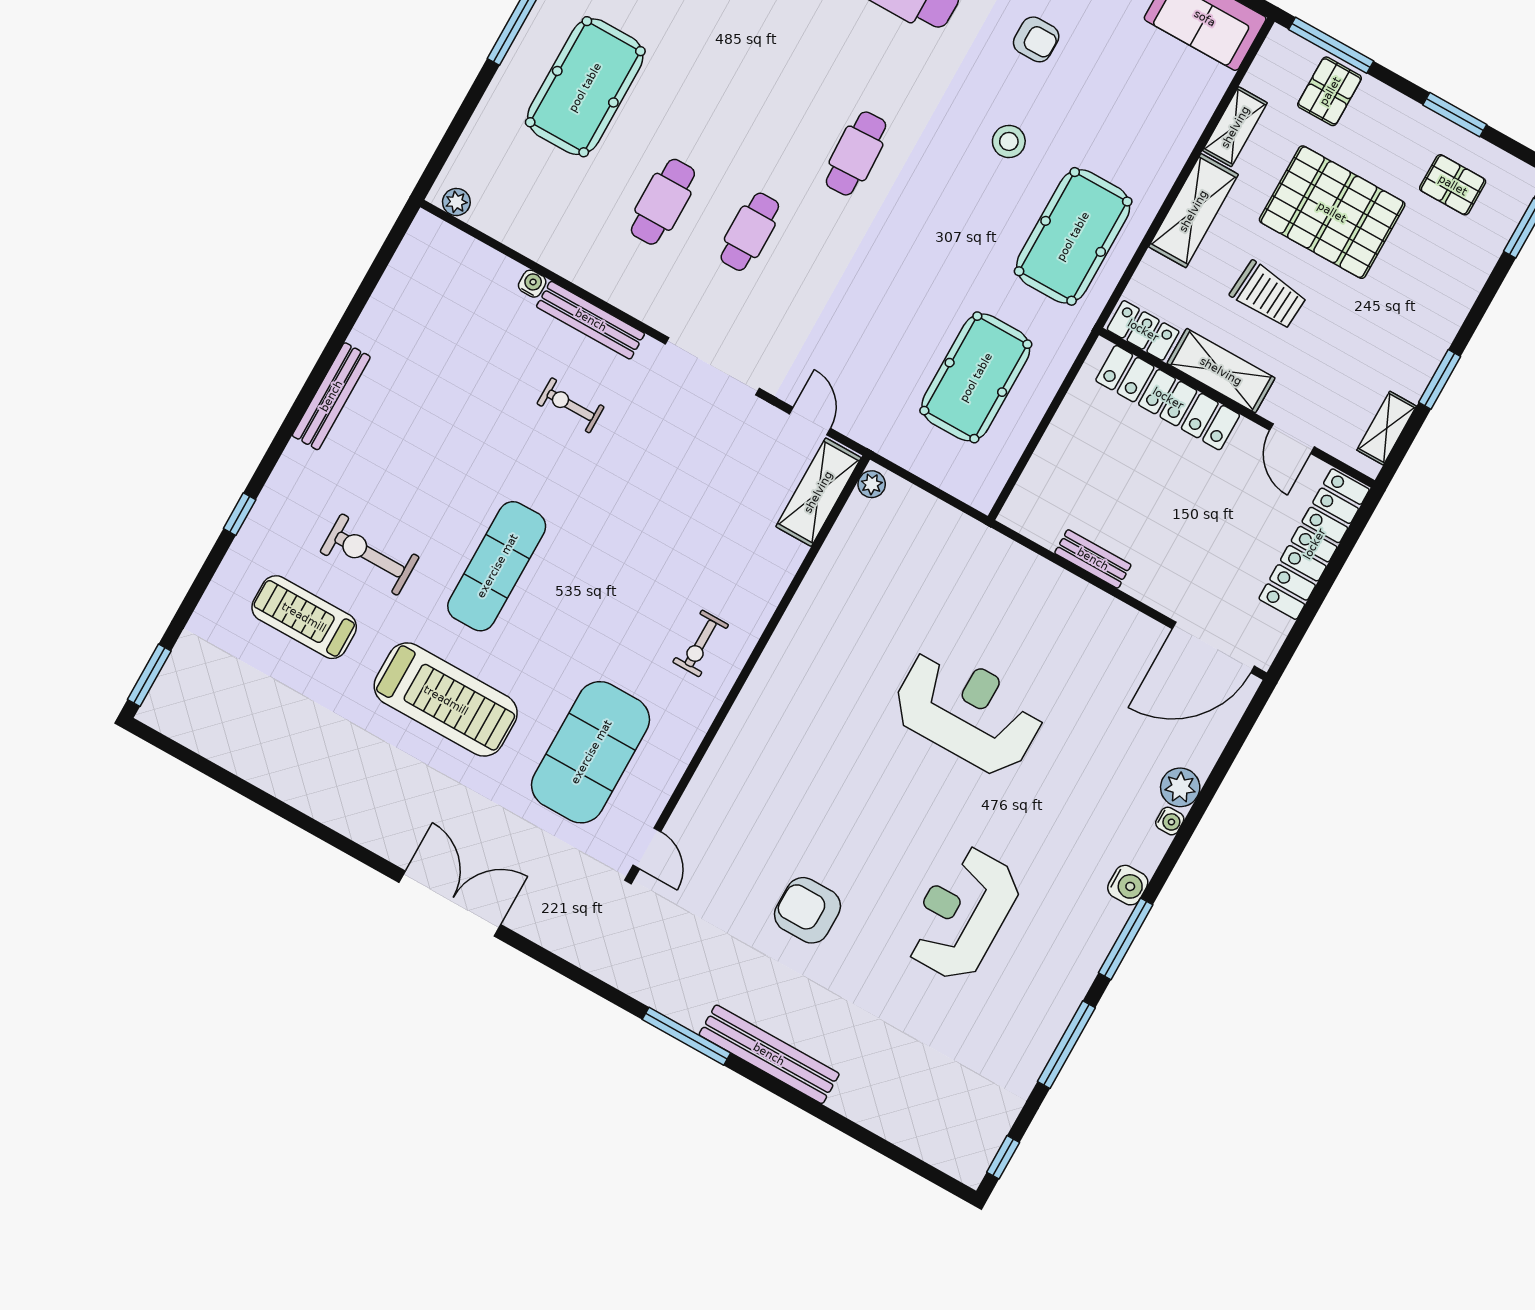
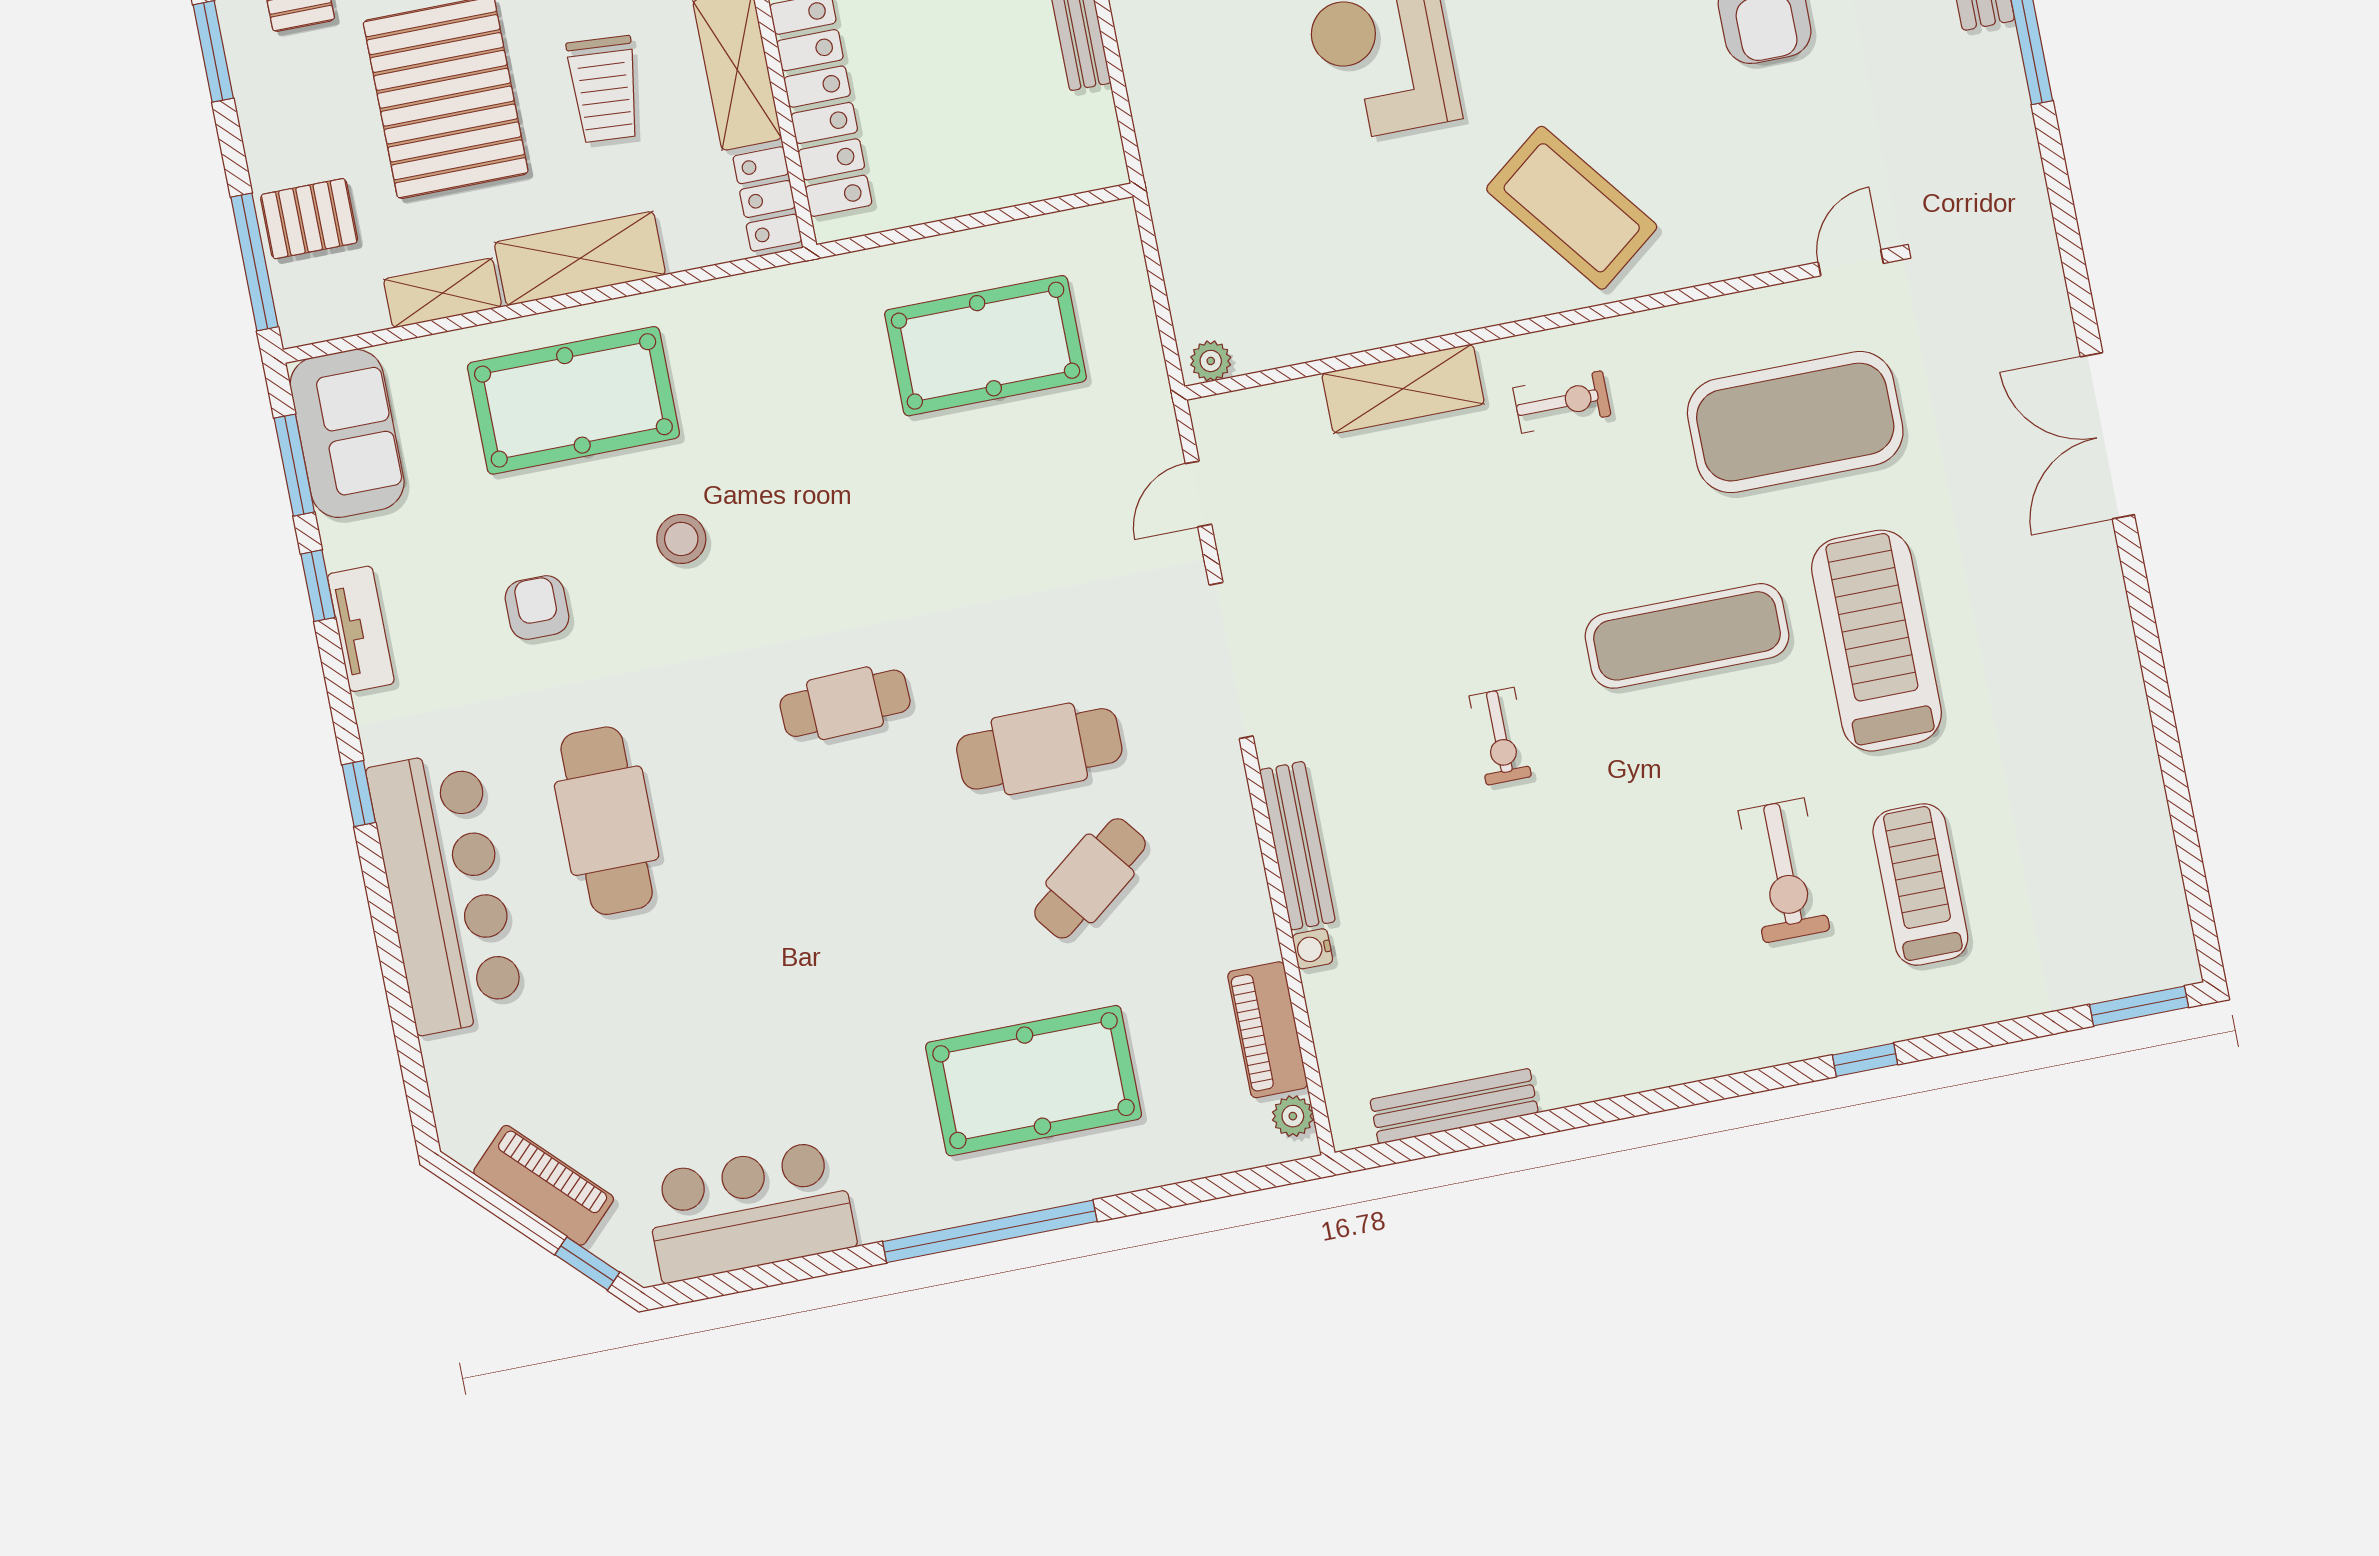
cafe table: (663, 202) -> (1090, 878), turned -38
piano: (511, 226) -> (1268, 1030), added
cafe table: (750, 232) -> (1039, 749), width x1.37, depth x1.35
pool table: (1073, 236) -> (573, 400), moved
trolley: (1268, 295) -> (604, 89), turned 180
bench: (331, 396) -> (1454, 1106), moved
exercise bike: (571, 405) -> (1500, 736), moved
shelving: (818, 492) -> (1403, 389), moved
exercise mat: (497, 566) -> (1687, 636), moved
treadmill: (304, 617) -> (1920, 885), turned 180
coffee table: (794, 732) -> (1572, 208), added

